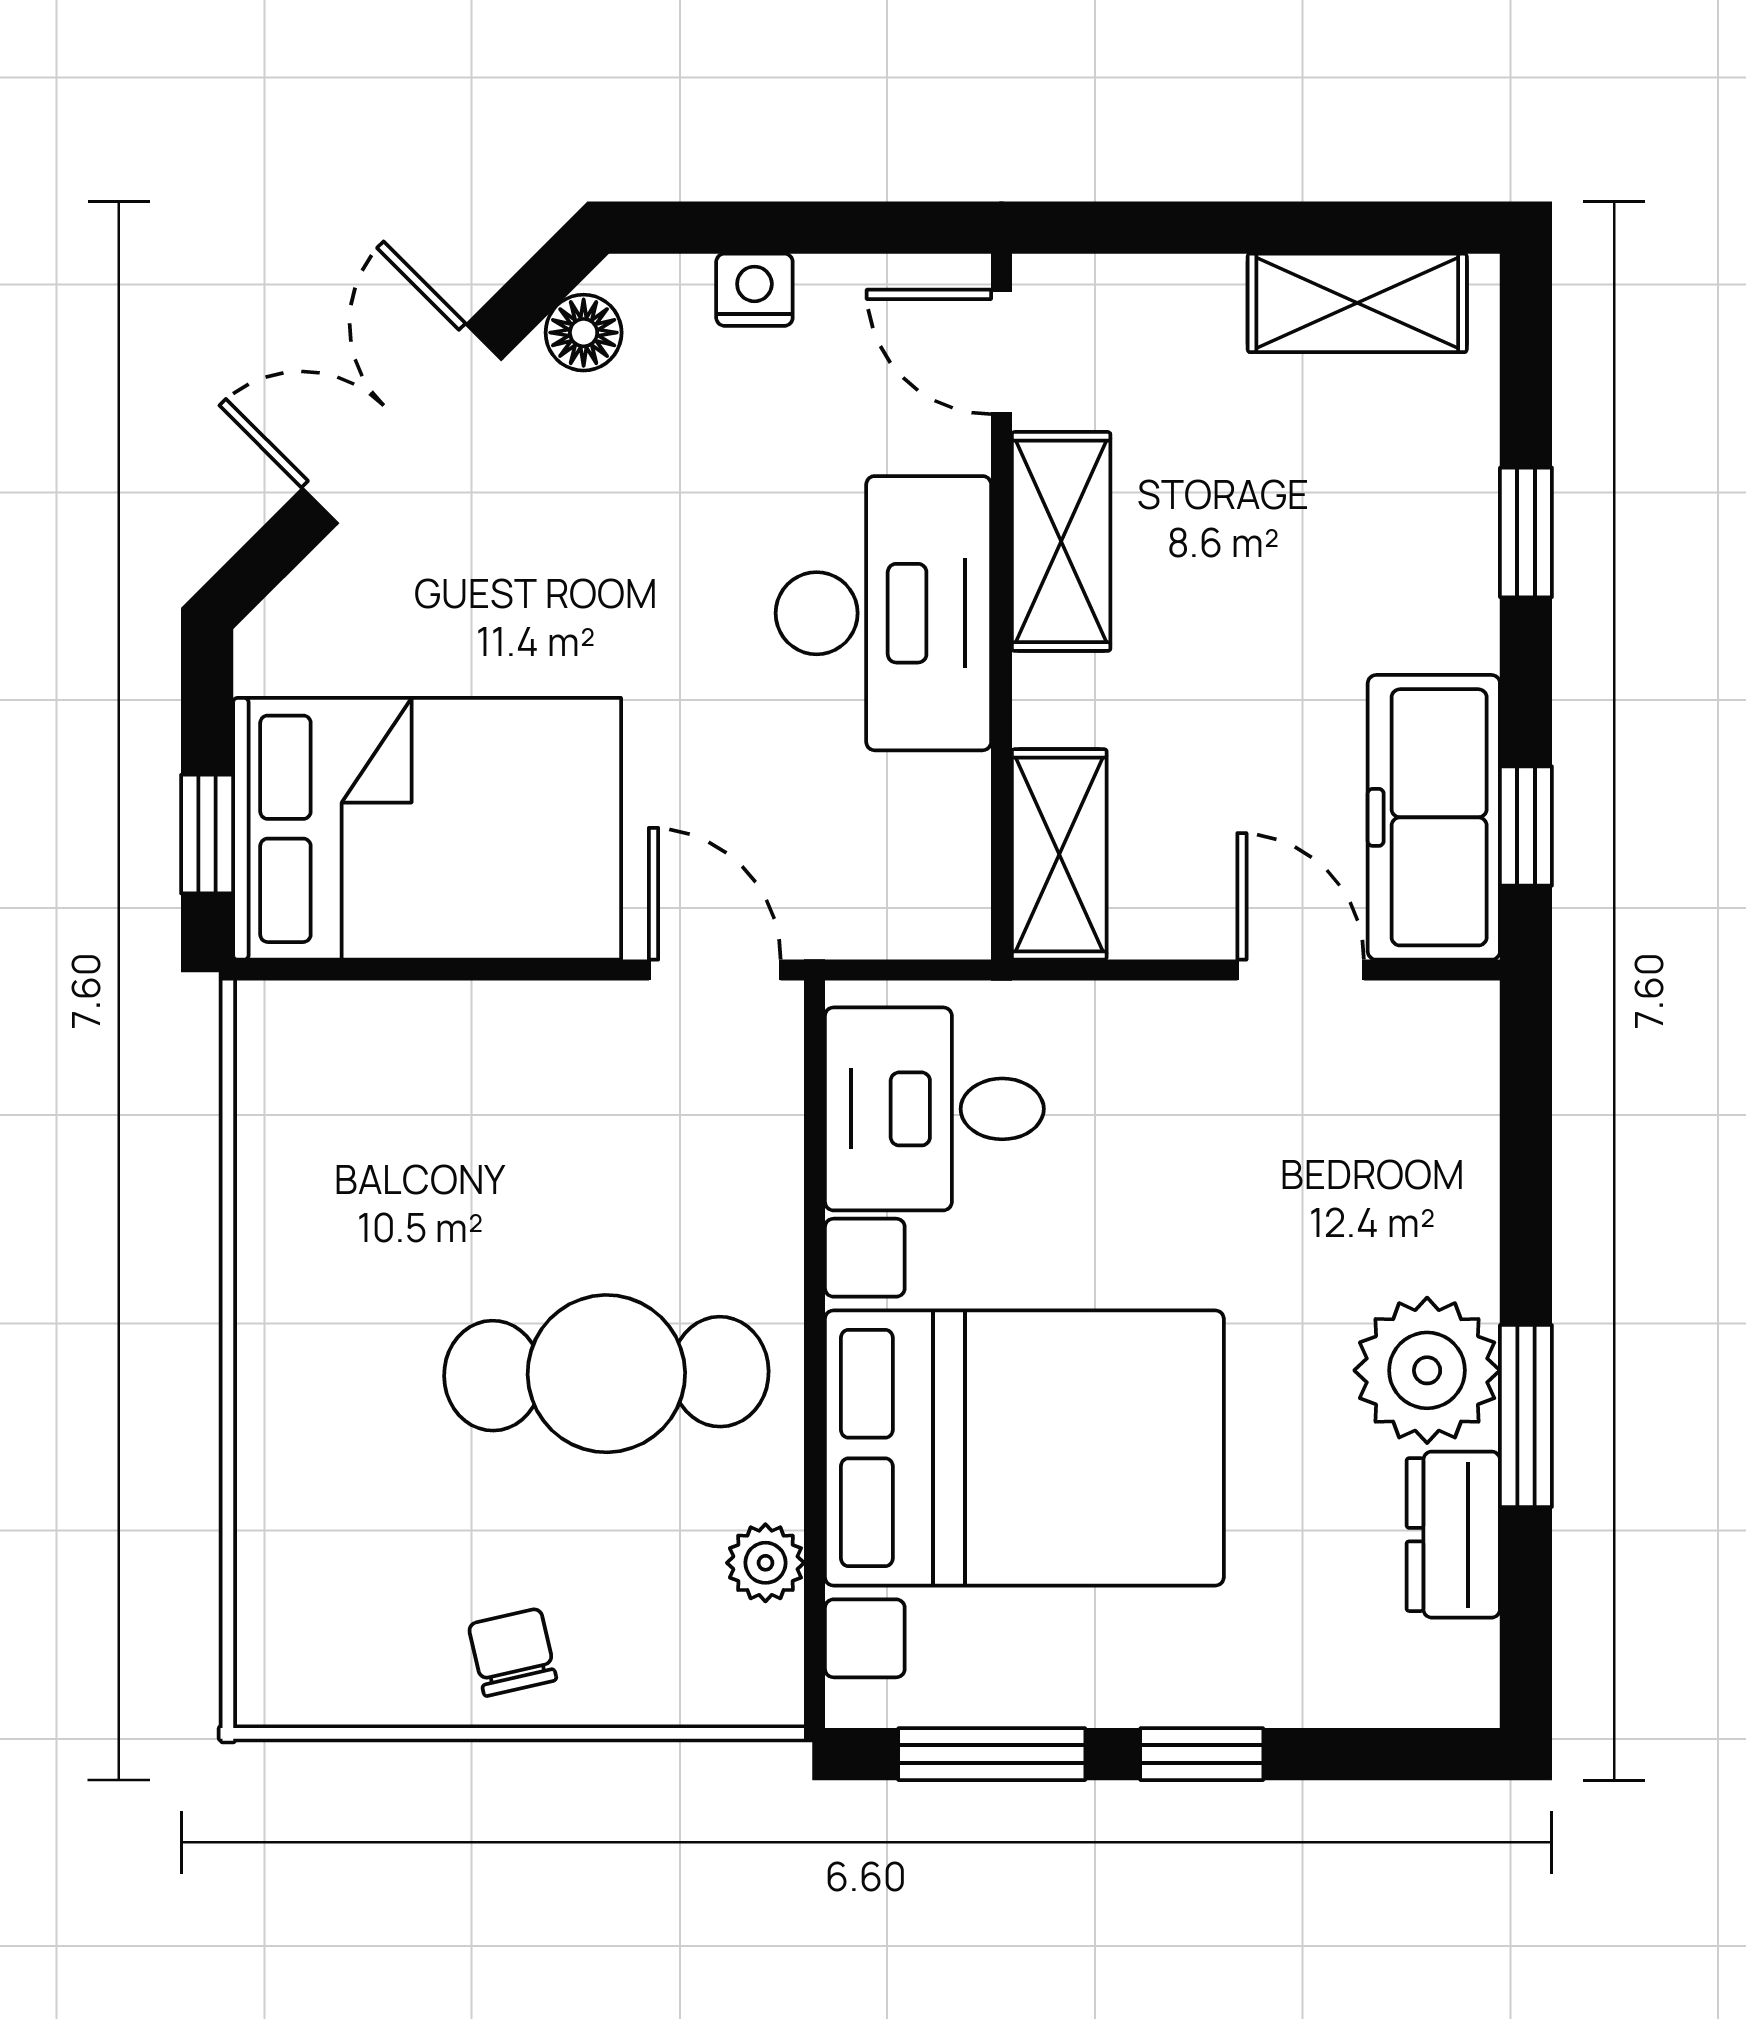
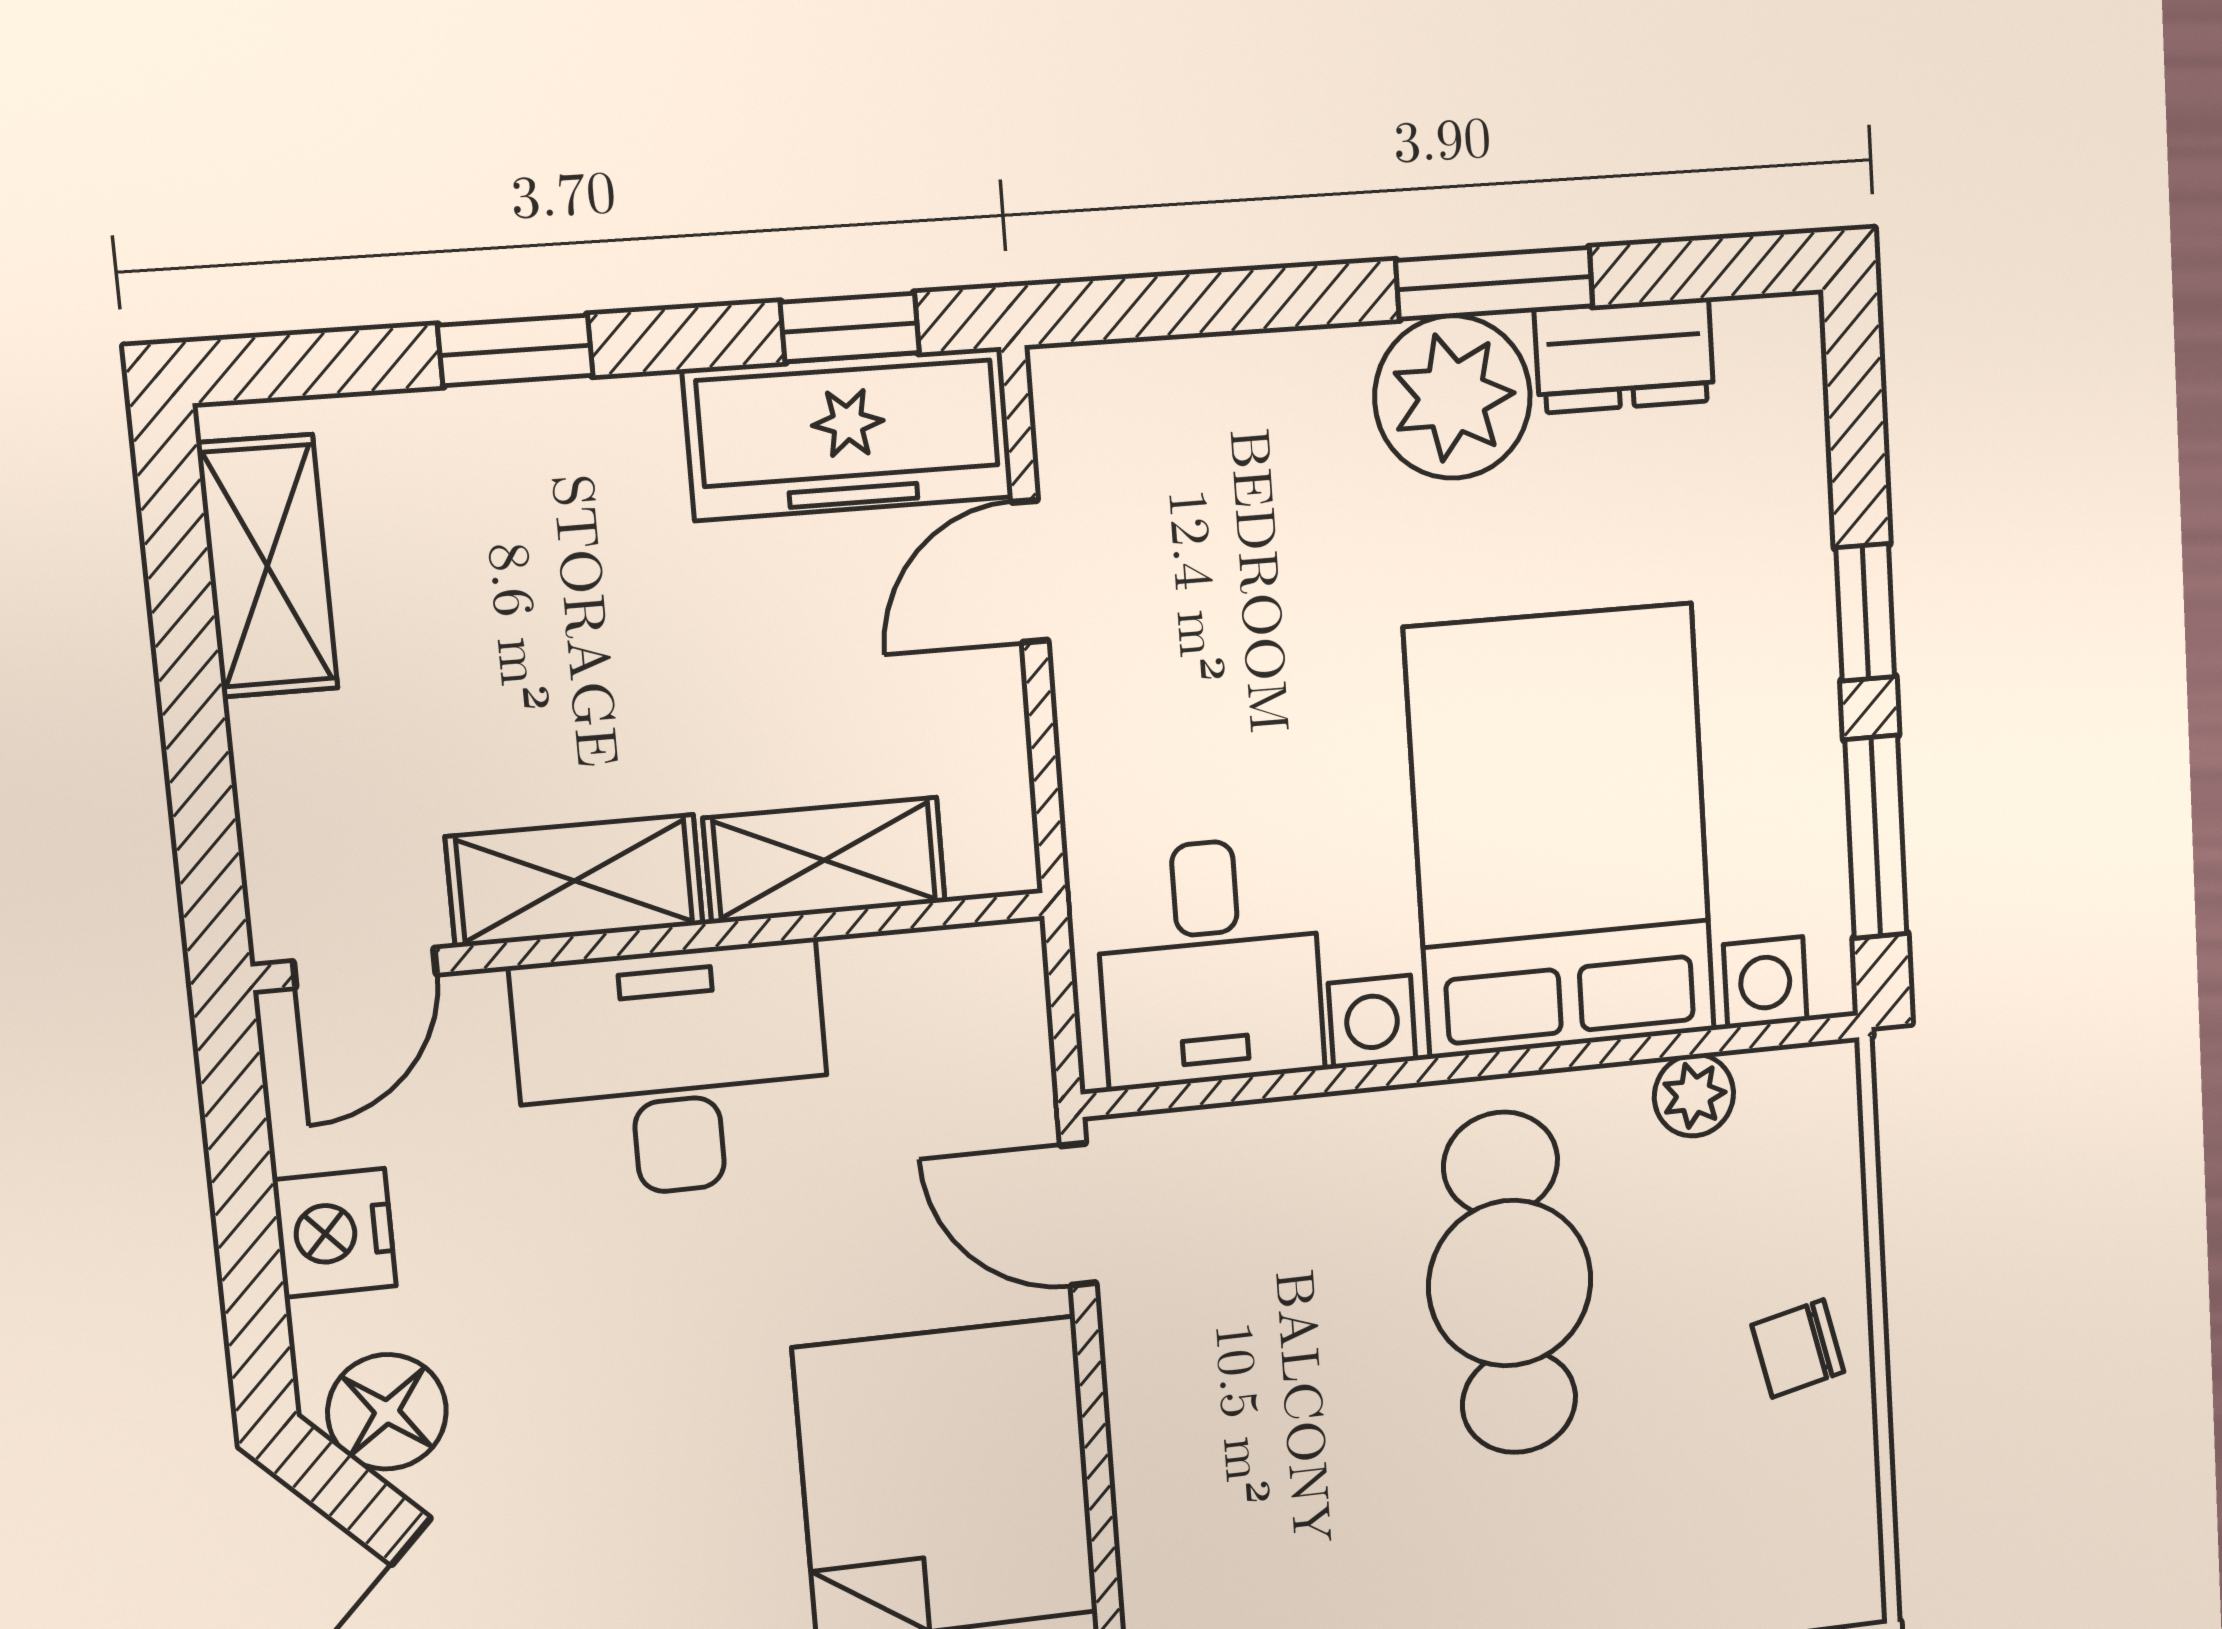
nightstand: (754, 290) -> (334, 1233), width x1.39, depth x1.35
floor lamp: (584, 333) -> (387, 1412), width x1.37, depth x1.37
shelving: (1059, 854) -> (825, 860), moved
door: (715, 970) -> (1078, 1214), hinge flipped

